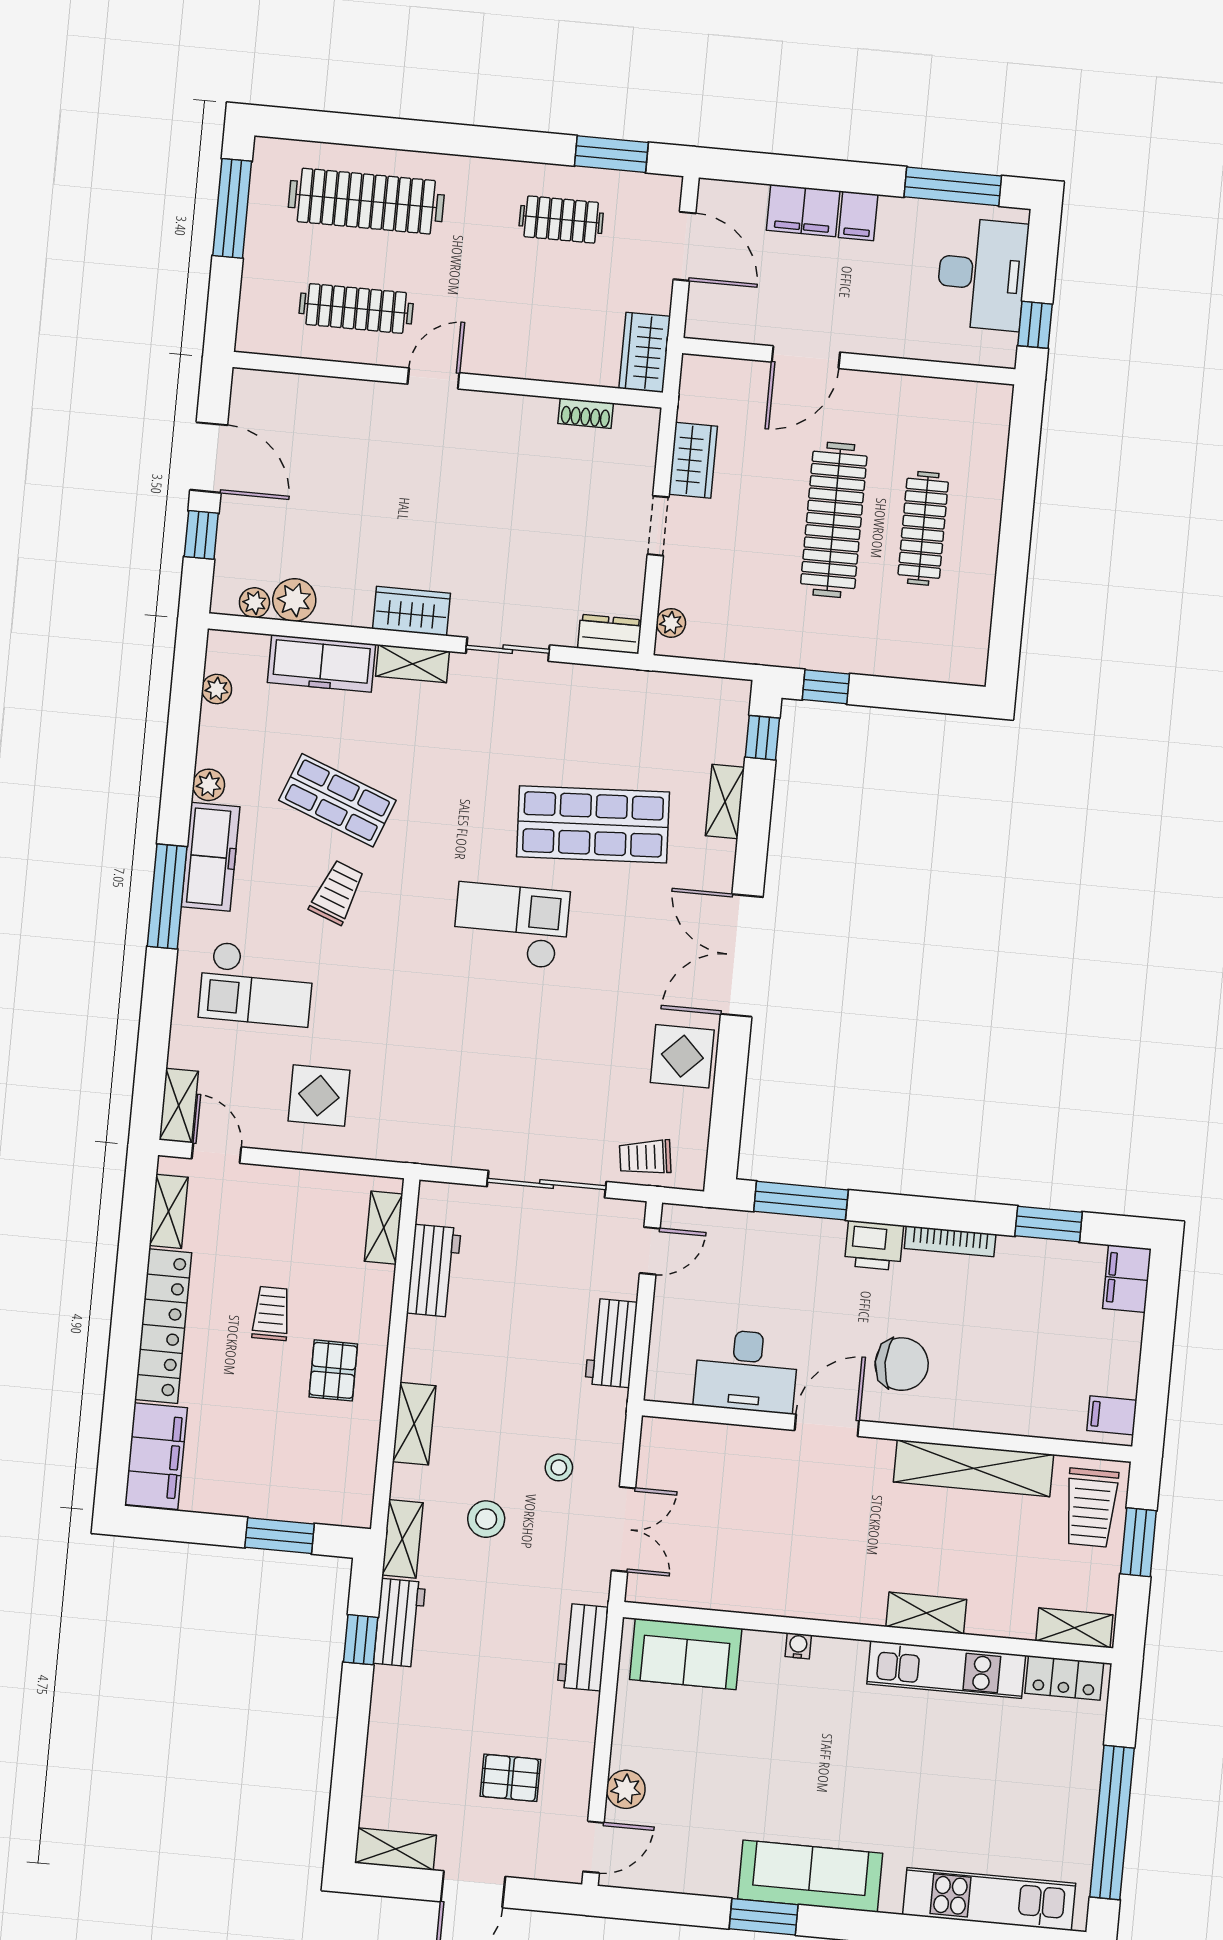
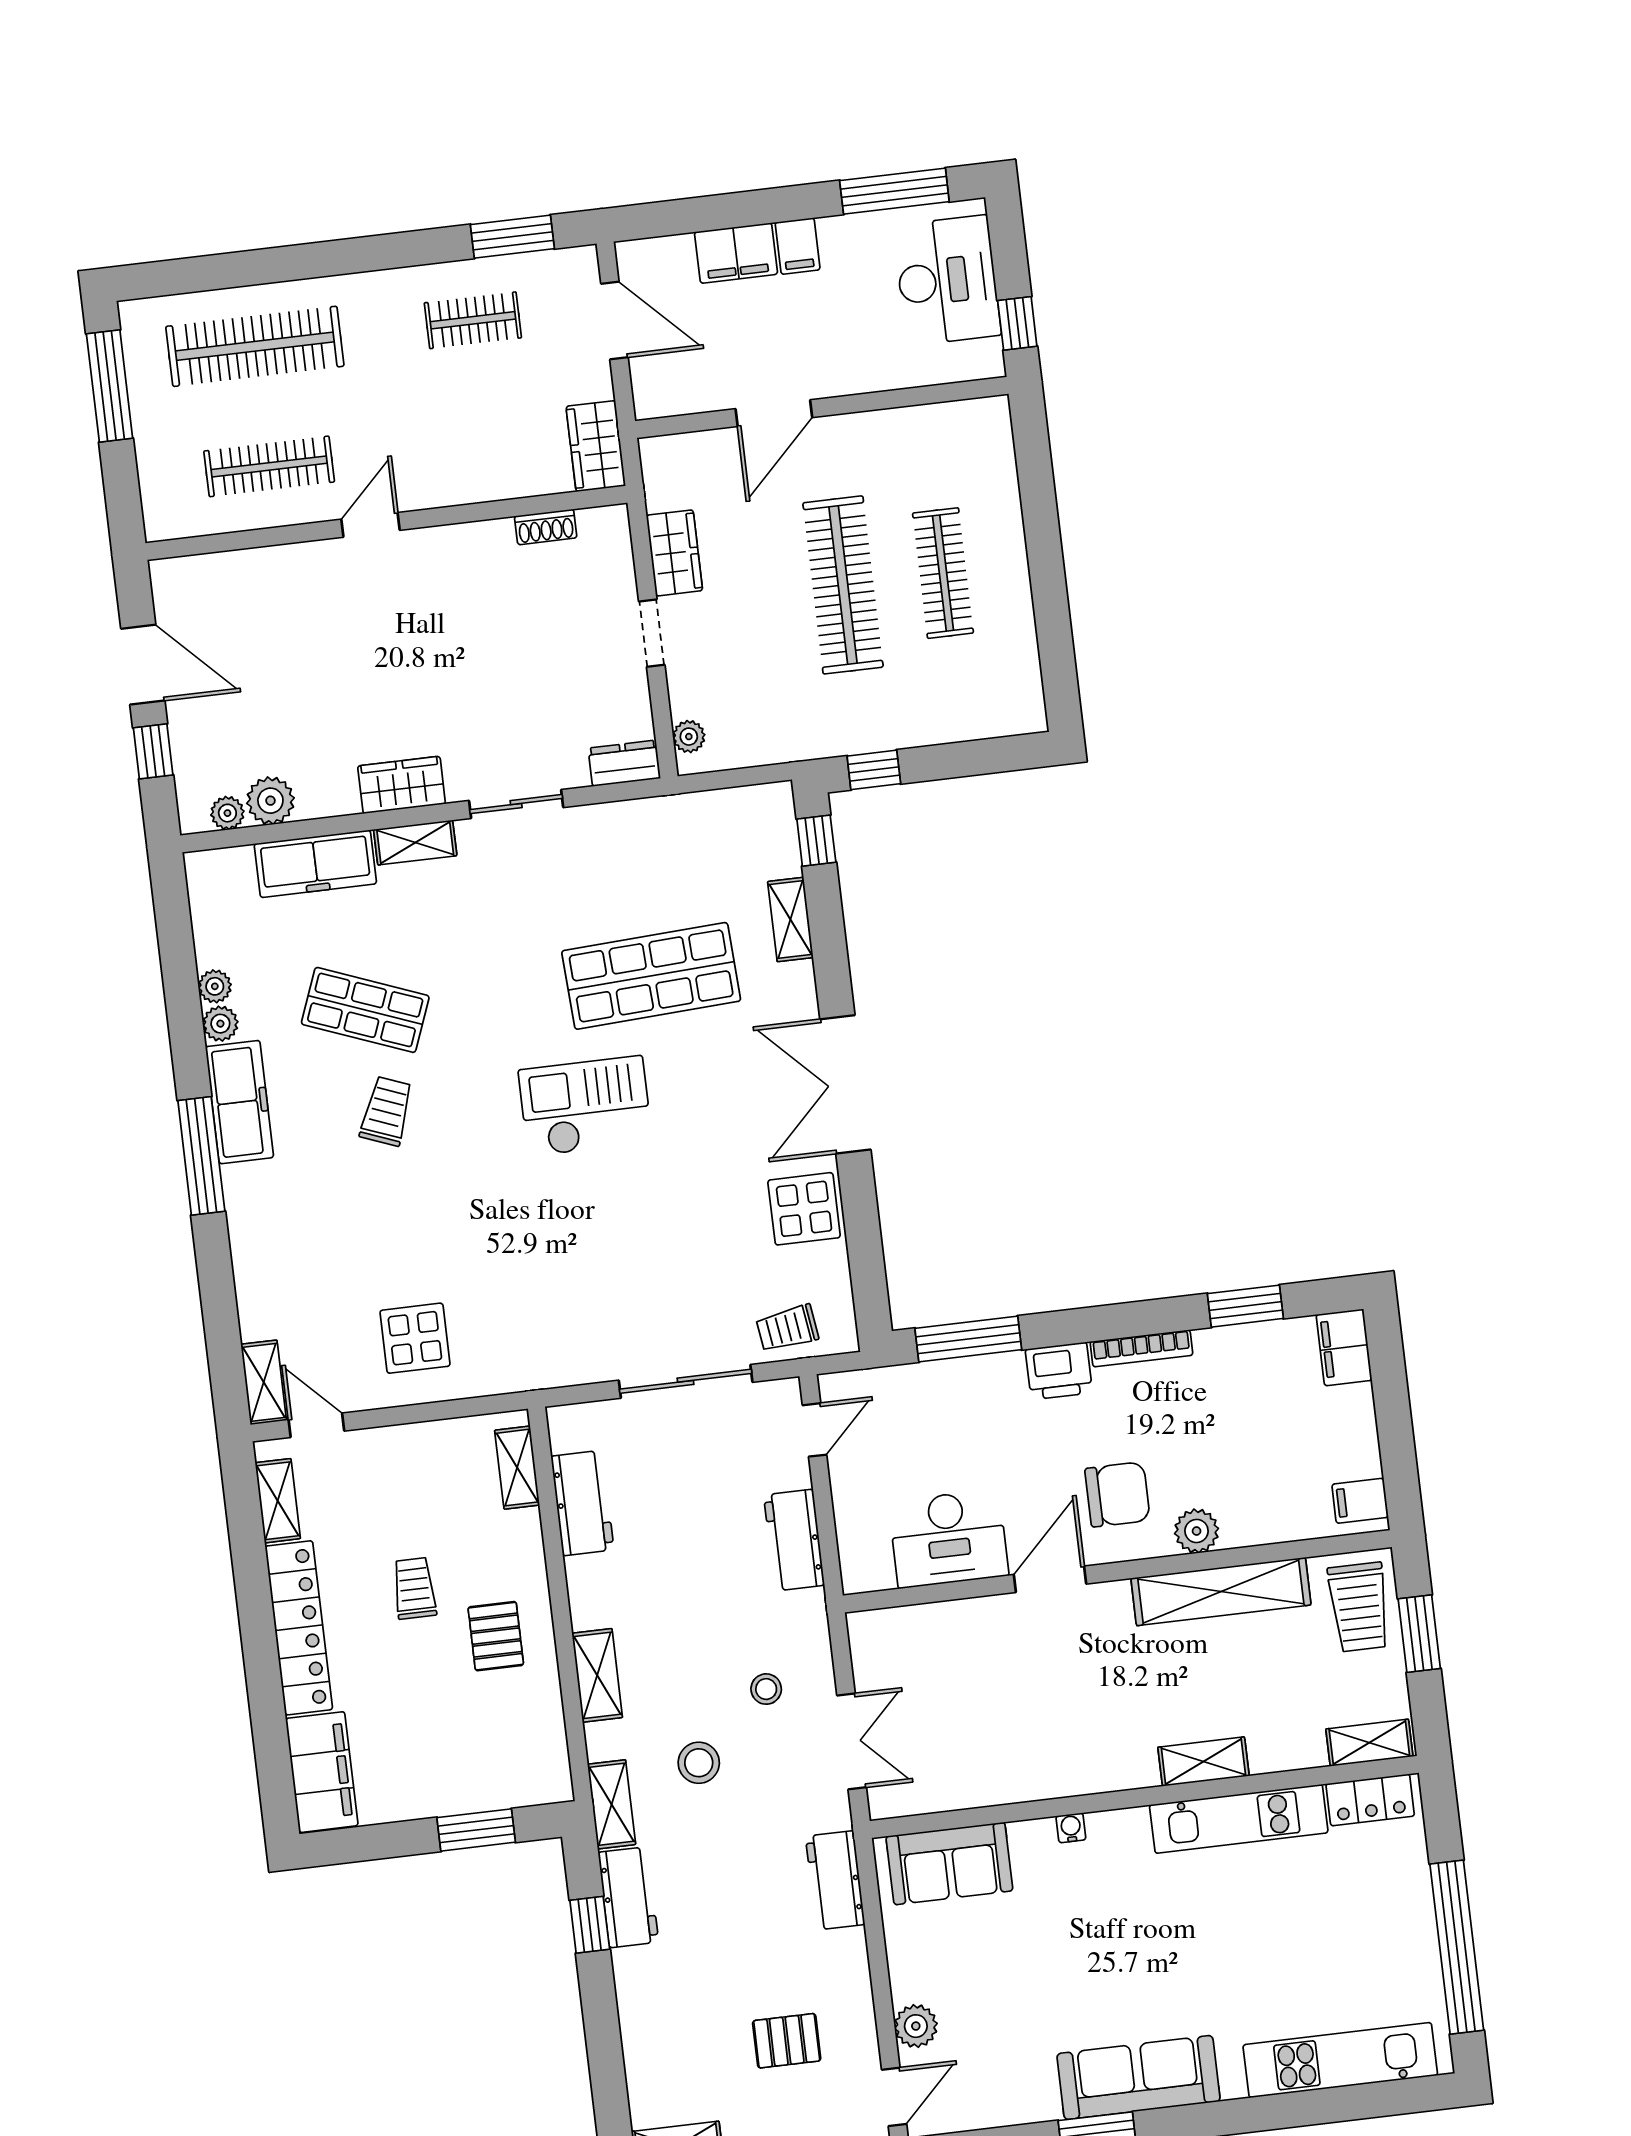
plant: (217, 689) -> (215, 986), moved
checkout: (256, 984) -> (320, 1231), removed
plant: (964, 1411) -> (1197, 1531), added

